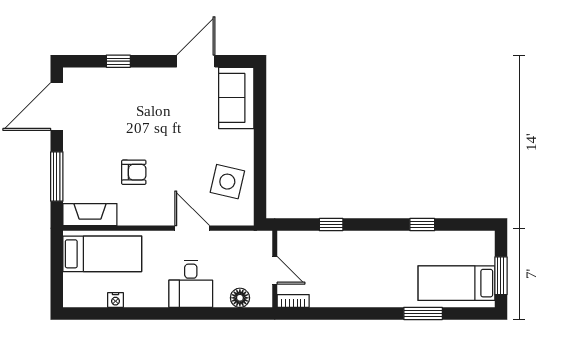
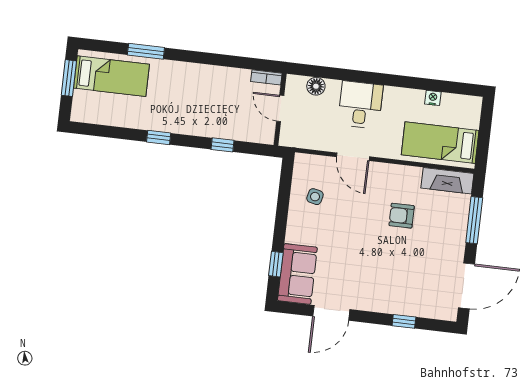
window: (260, 106) -> (276, 264), added
side table: (227, 182) -> (315, 197), width x0.54, depth x0.54
window: (422, 225) -> (159, 137), moved

